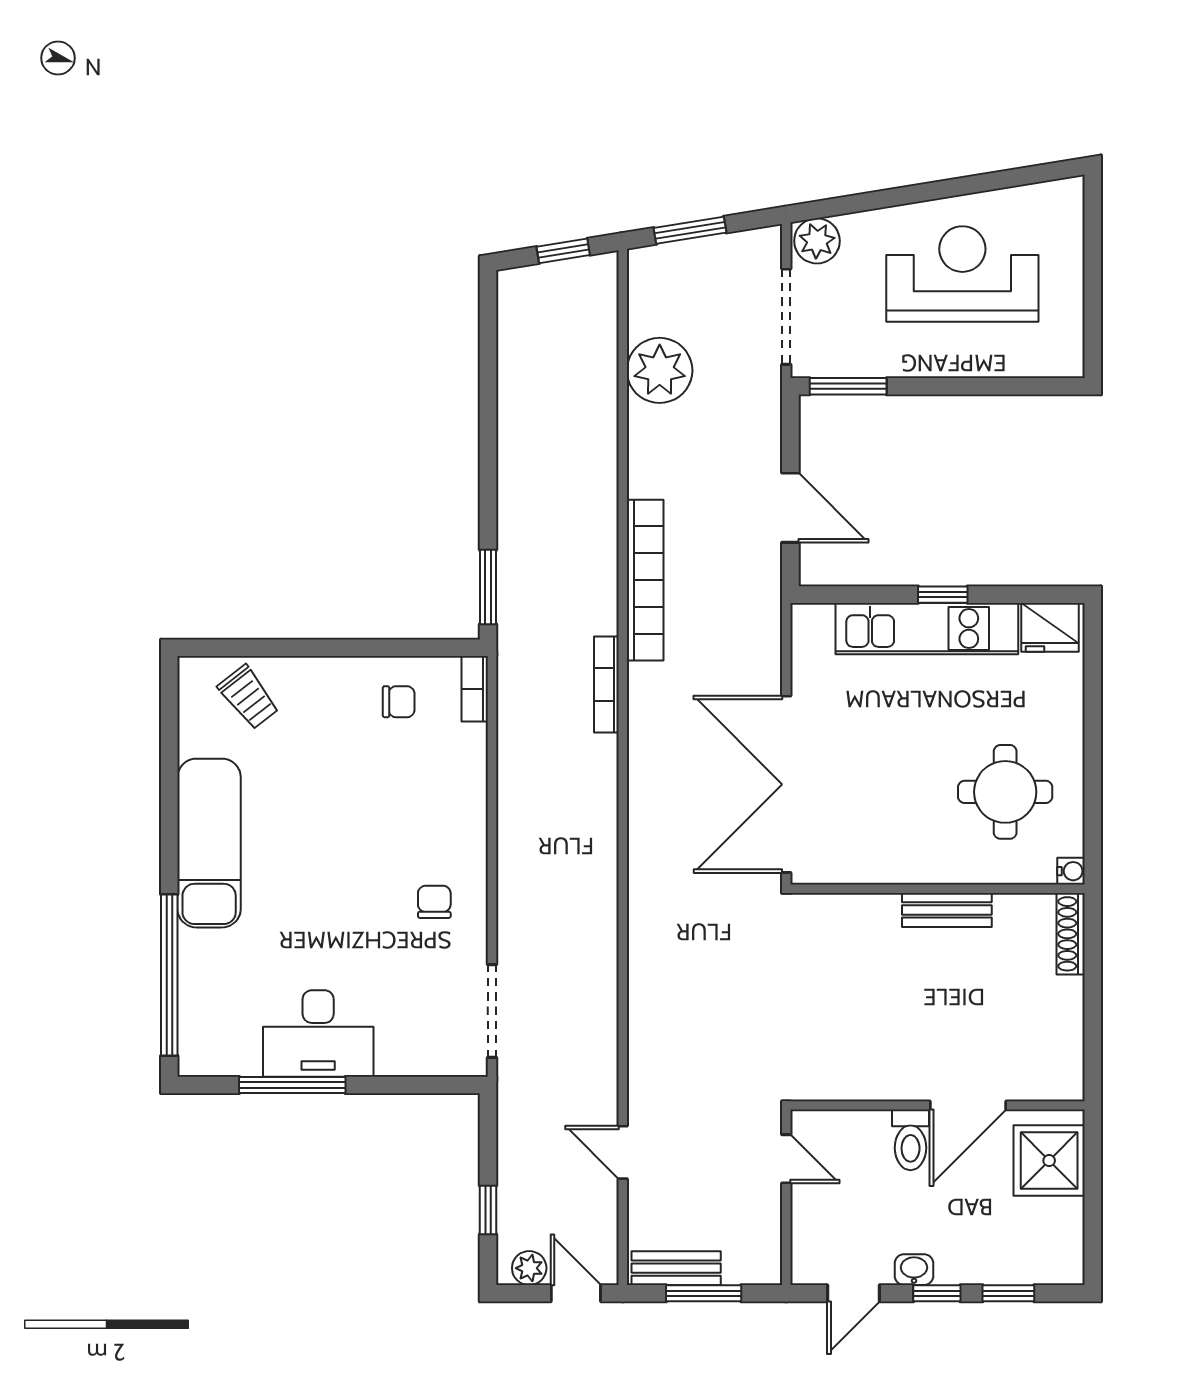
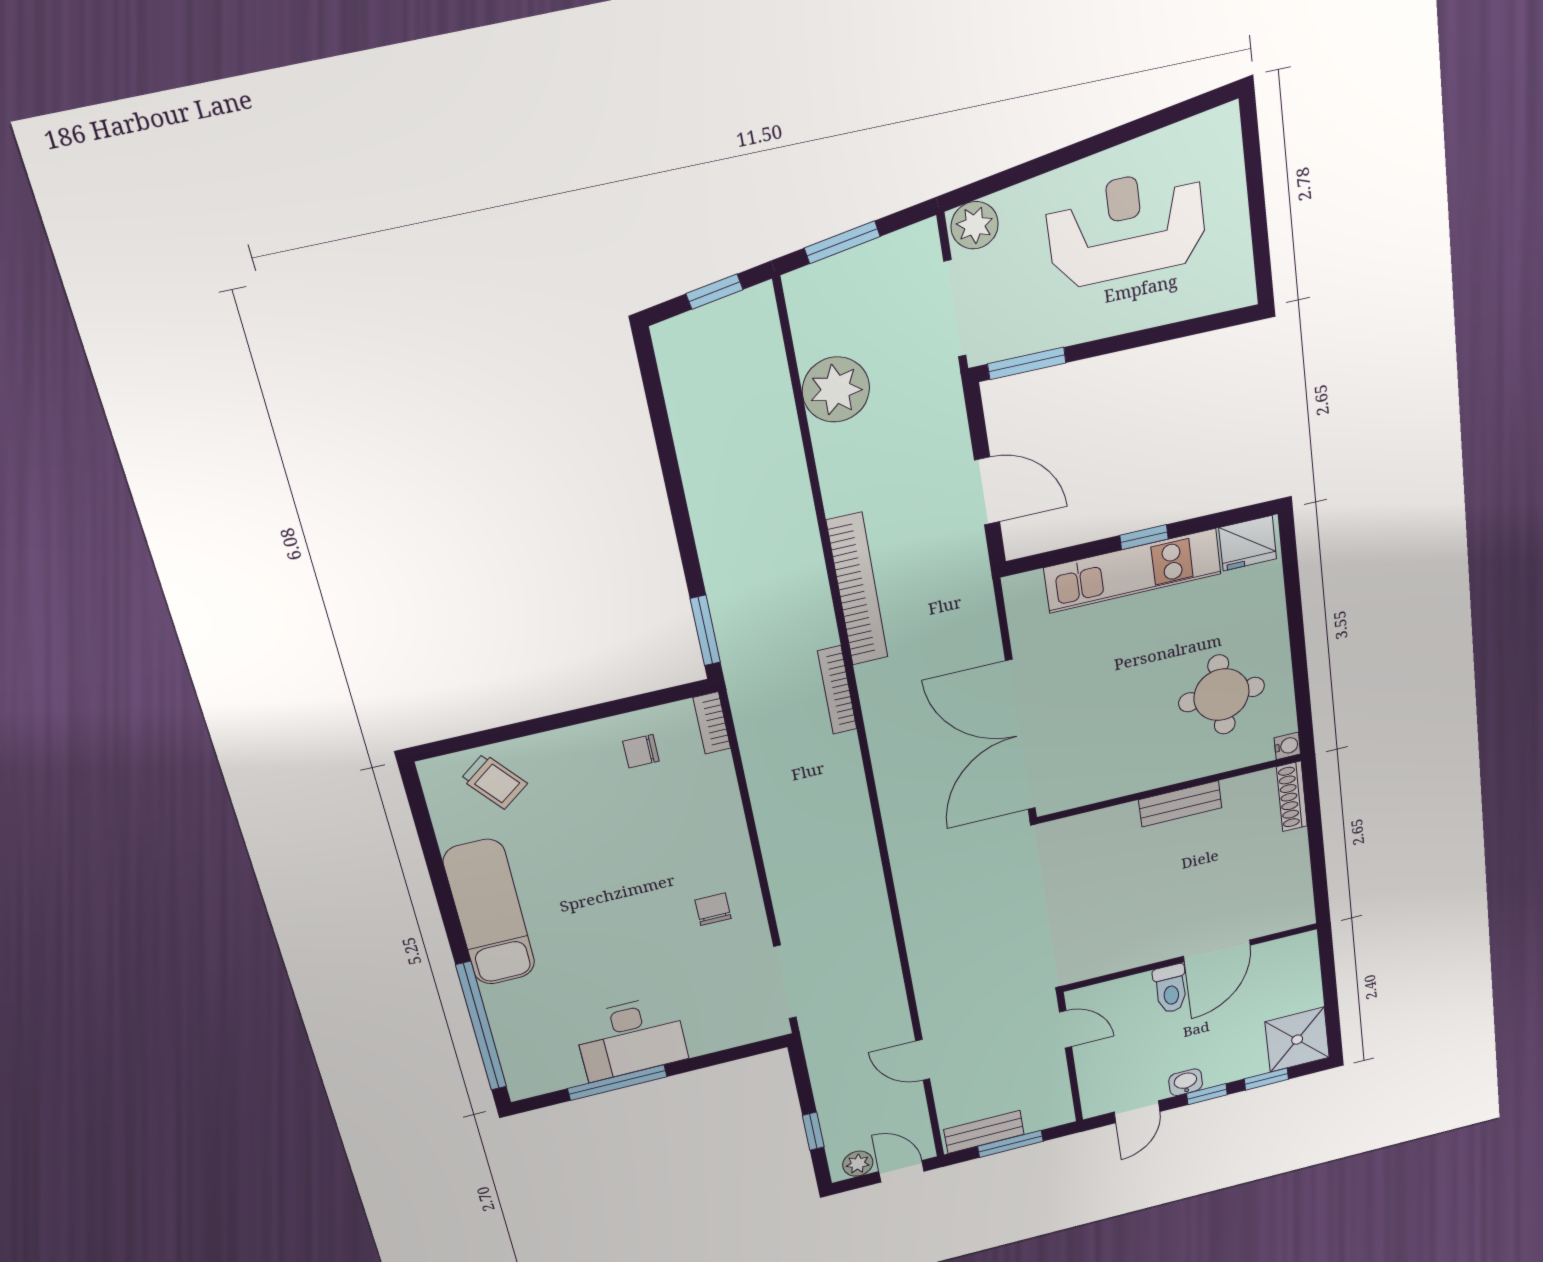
chair: (399, 702) -> (641, 751), turned 180
shower: (1049, 1161) -> (1297, 1040), moved

